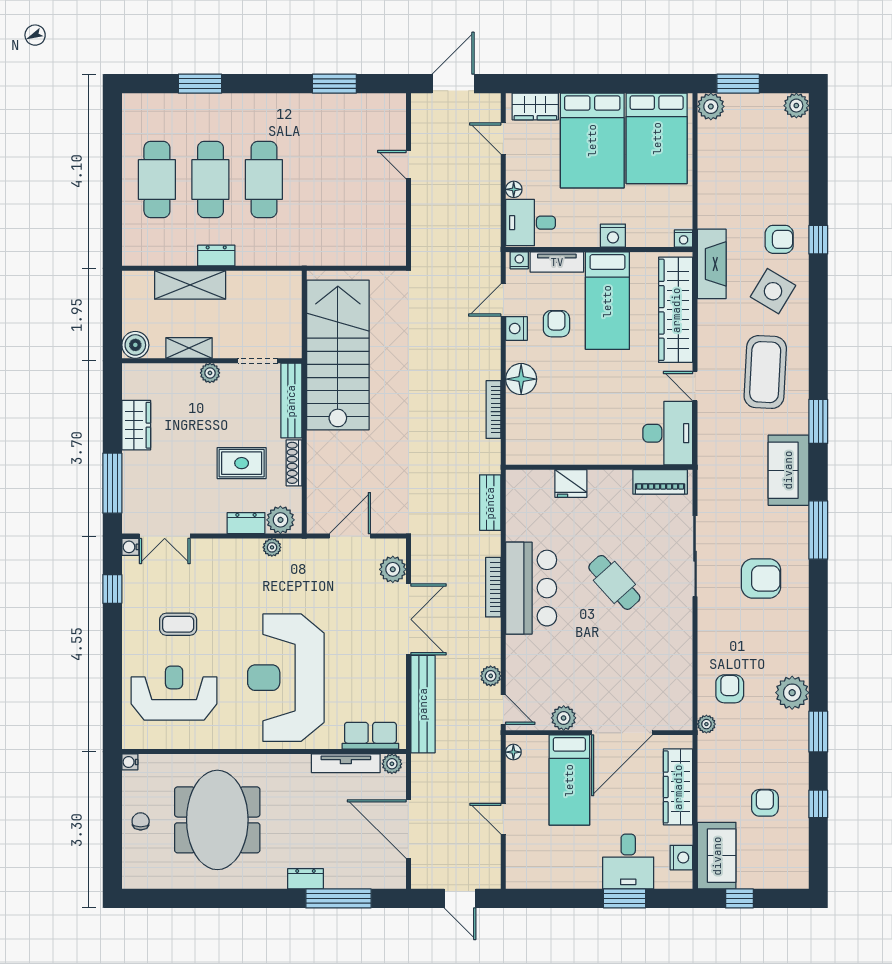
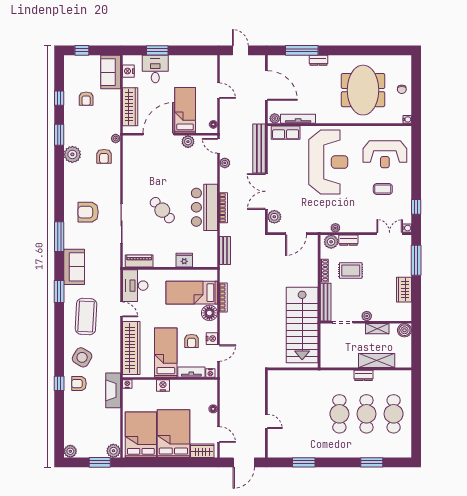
desk: (530, 223) -> (205, 392), removed
fireplace: (712, 264) -> (113, 390), moved
bed: (556, 419) -> (192, 293), added
window: (739, 898) -> (82, 50), moved

